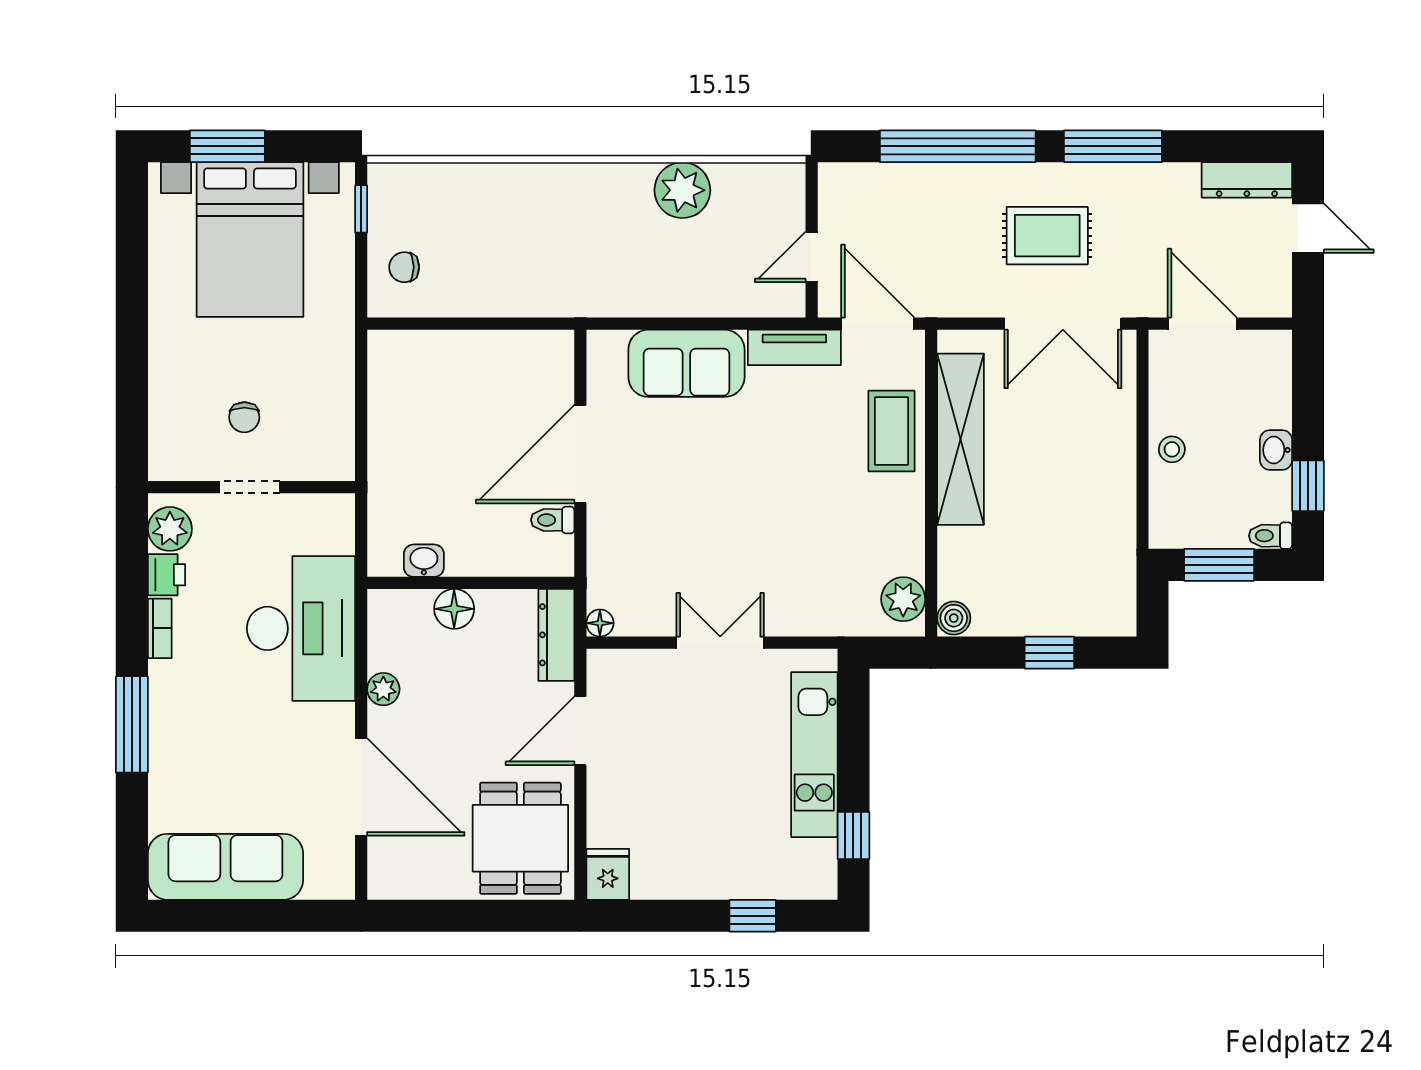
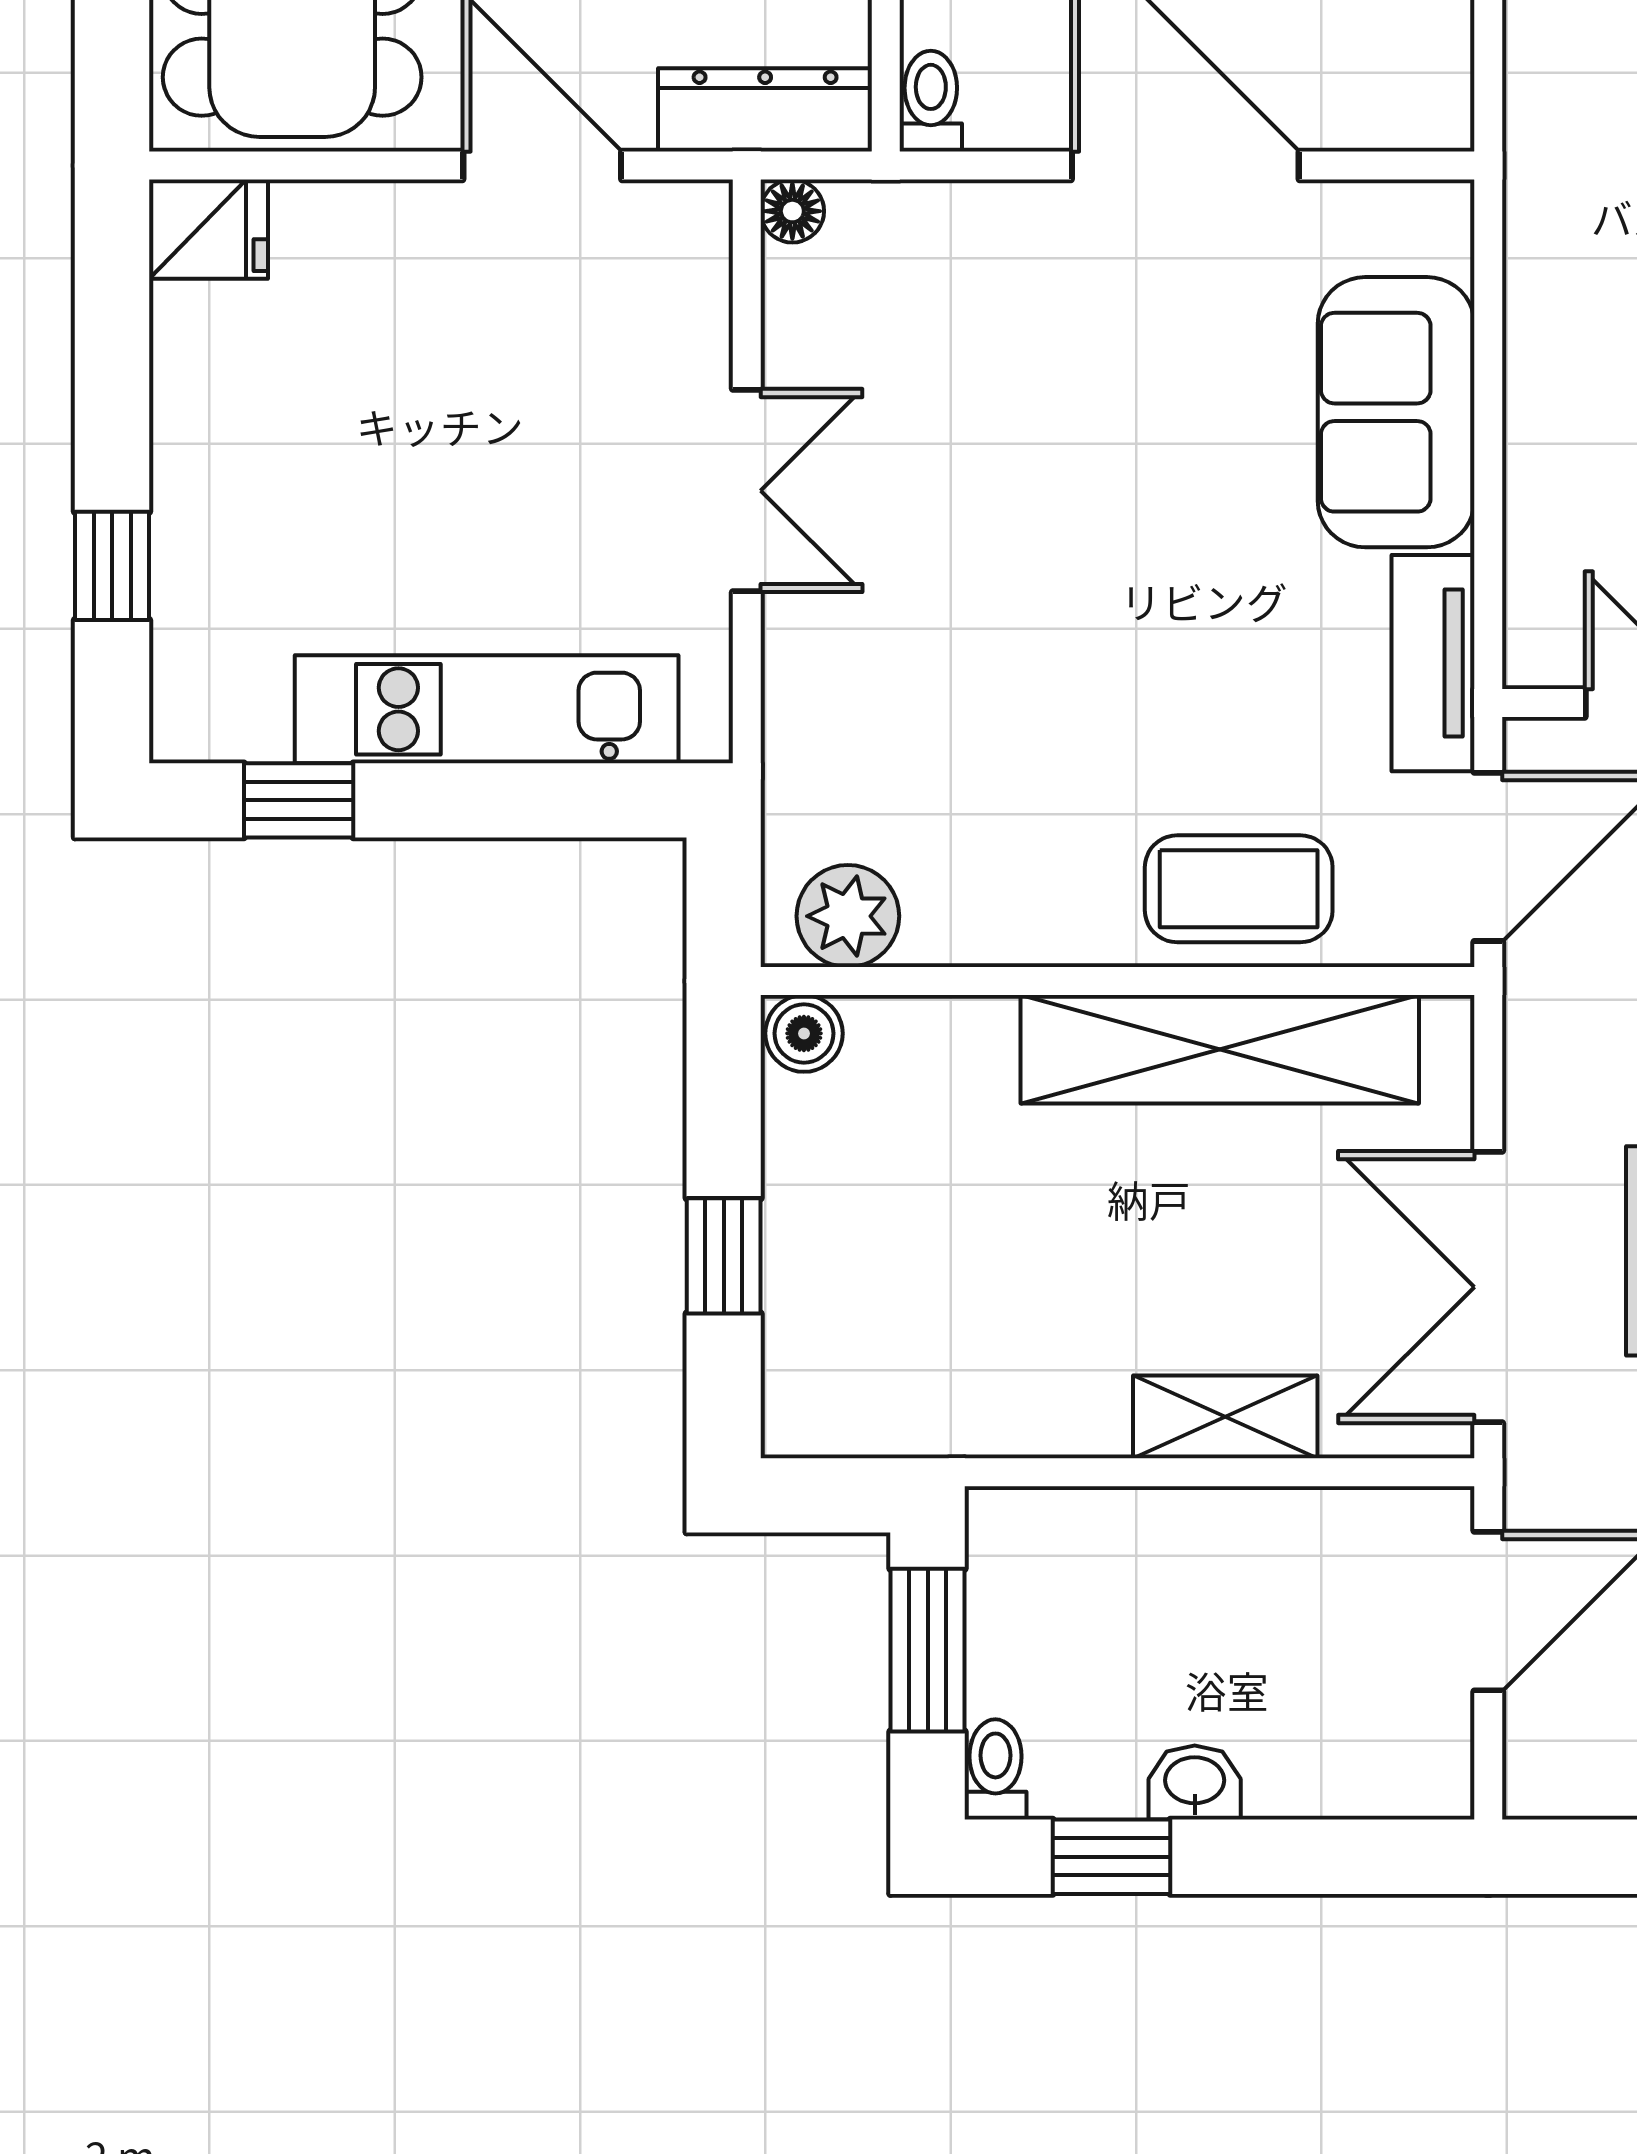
shelving: (1119, 437) -> (1225, 1417), added
stool: (1172, 449) -> (1196, 1541), removed
toilet: (553, 520) -> (931, 101), moved

